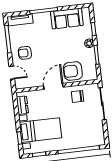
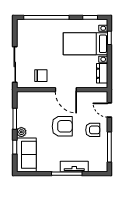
sofa: (67, 19) -> (26, 155), moved, turned 90
tv unit: (20, 20) -> (74, 166), moved
armchair: (73, 71) -> (62, 126), moved
door: (53, 86) -> (66, 90), hinge flipped

